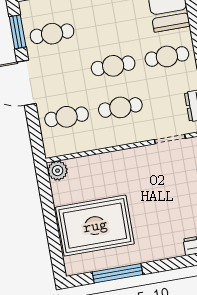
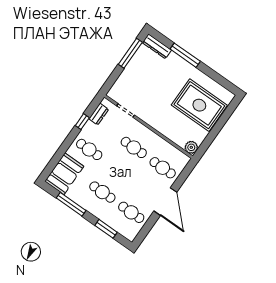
window: (18, 32) -> (146, 229), removed
cafe table: (113, 66) -> (102, 192), moved
window: (118, 273) -> (185, 55), moved

